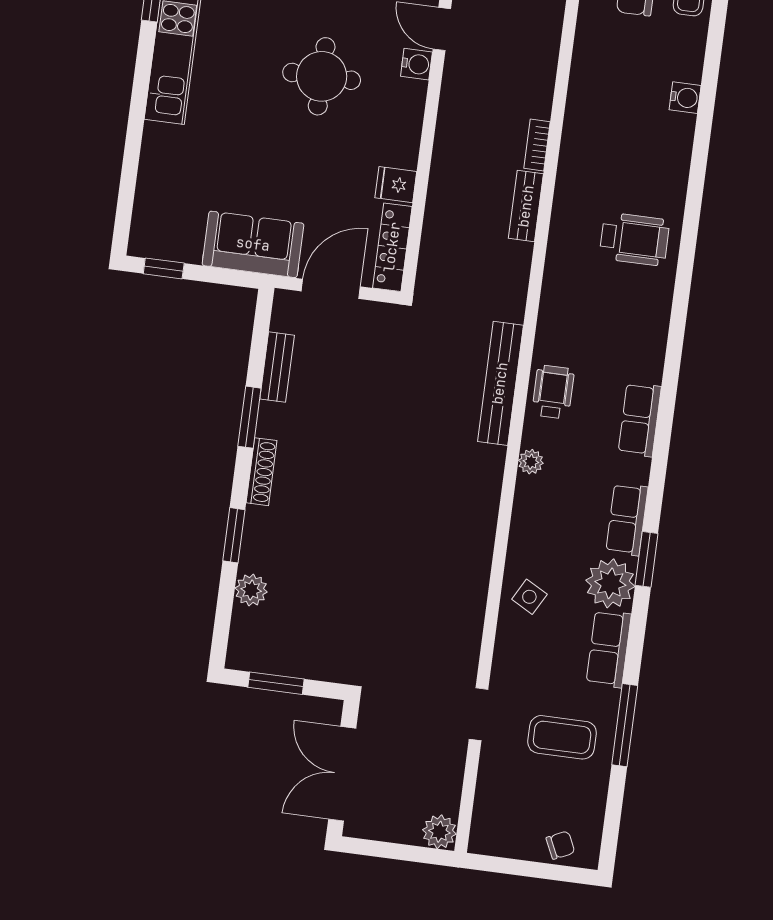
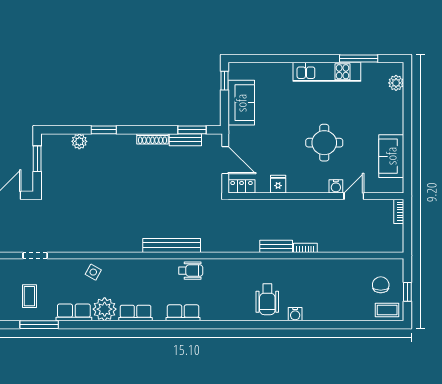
water cooler: (685, 98) -> (295, 314), moved
sofa: (253, 244) -> (241, 103), moved
locker: (392, 247) -> (242, 186), width x0.66
bench: (500, 383) -> (172, 245), moved
window: (249, 417) -> (192, 130), moved
plant: (531, 462) -> (157, 264), removed
shoe rack: (261, 472) -> (152, 139), moved
window: (647, 559) -> (118, 325), removed
coffee table: (562, 737) -> (29, 296), width x0.73, depth x0.77

